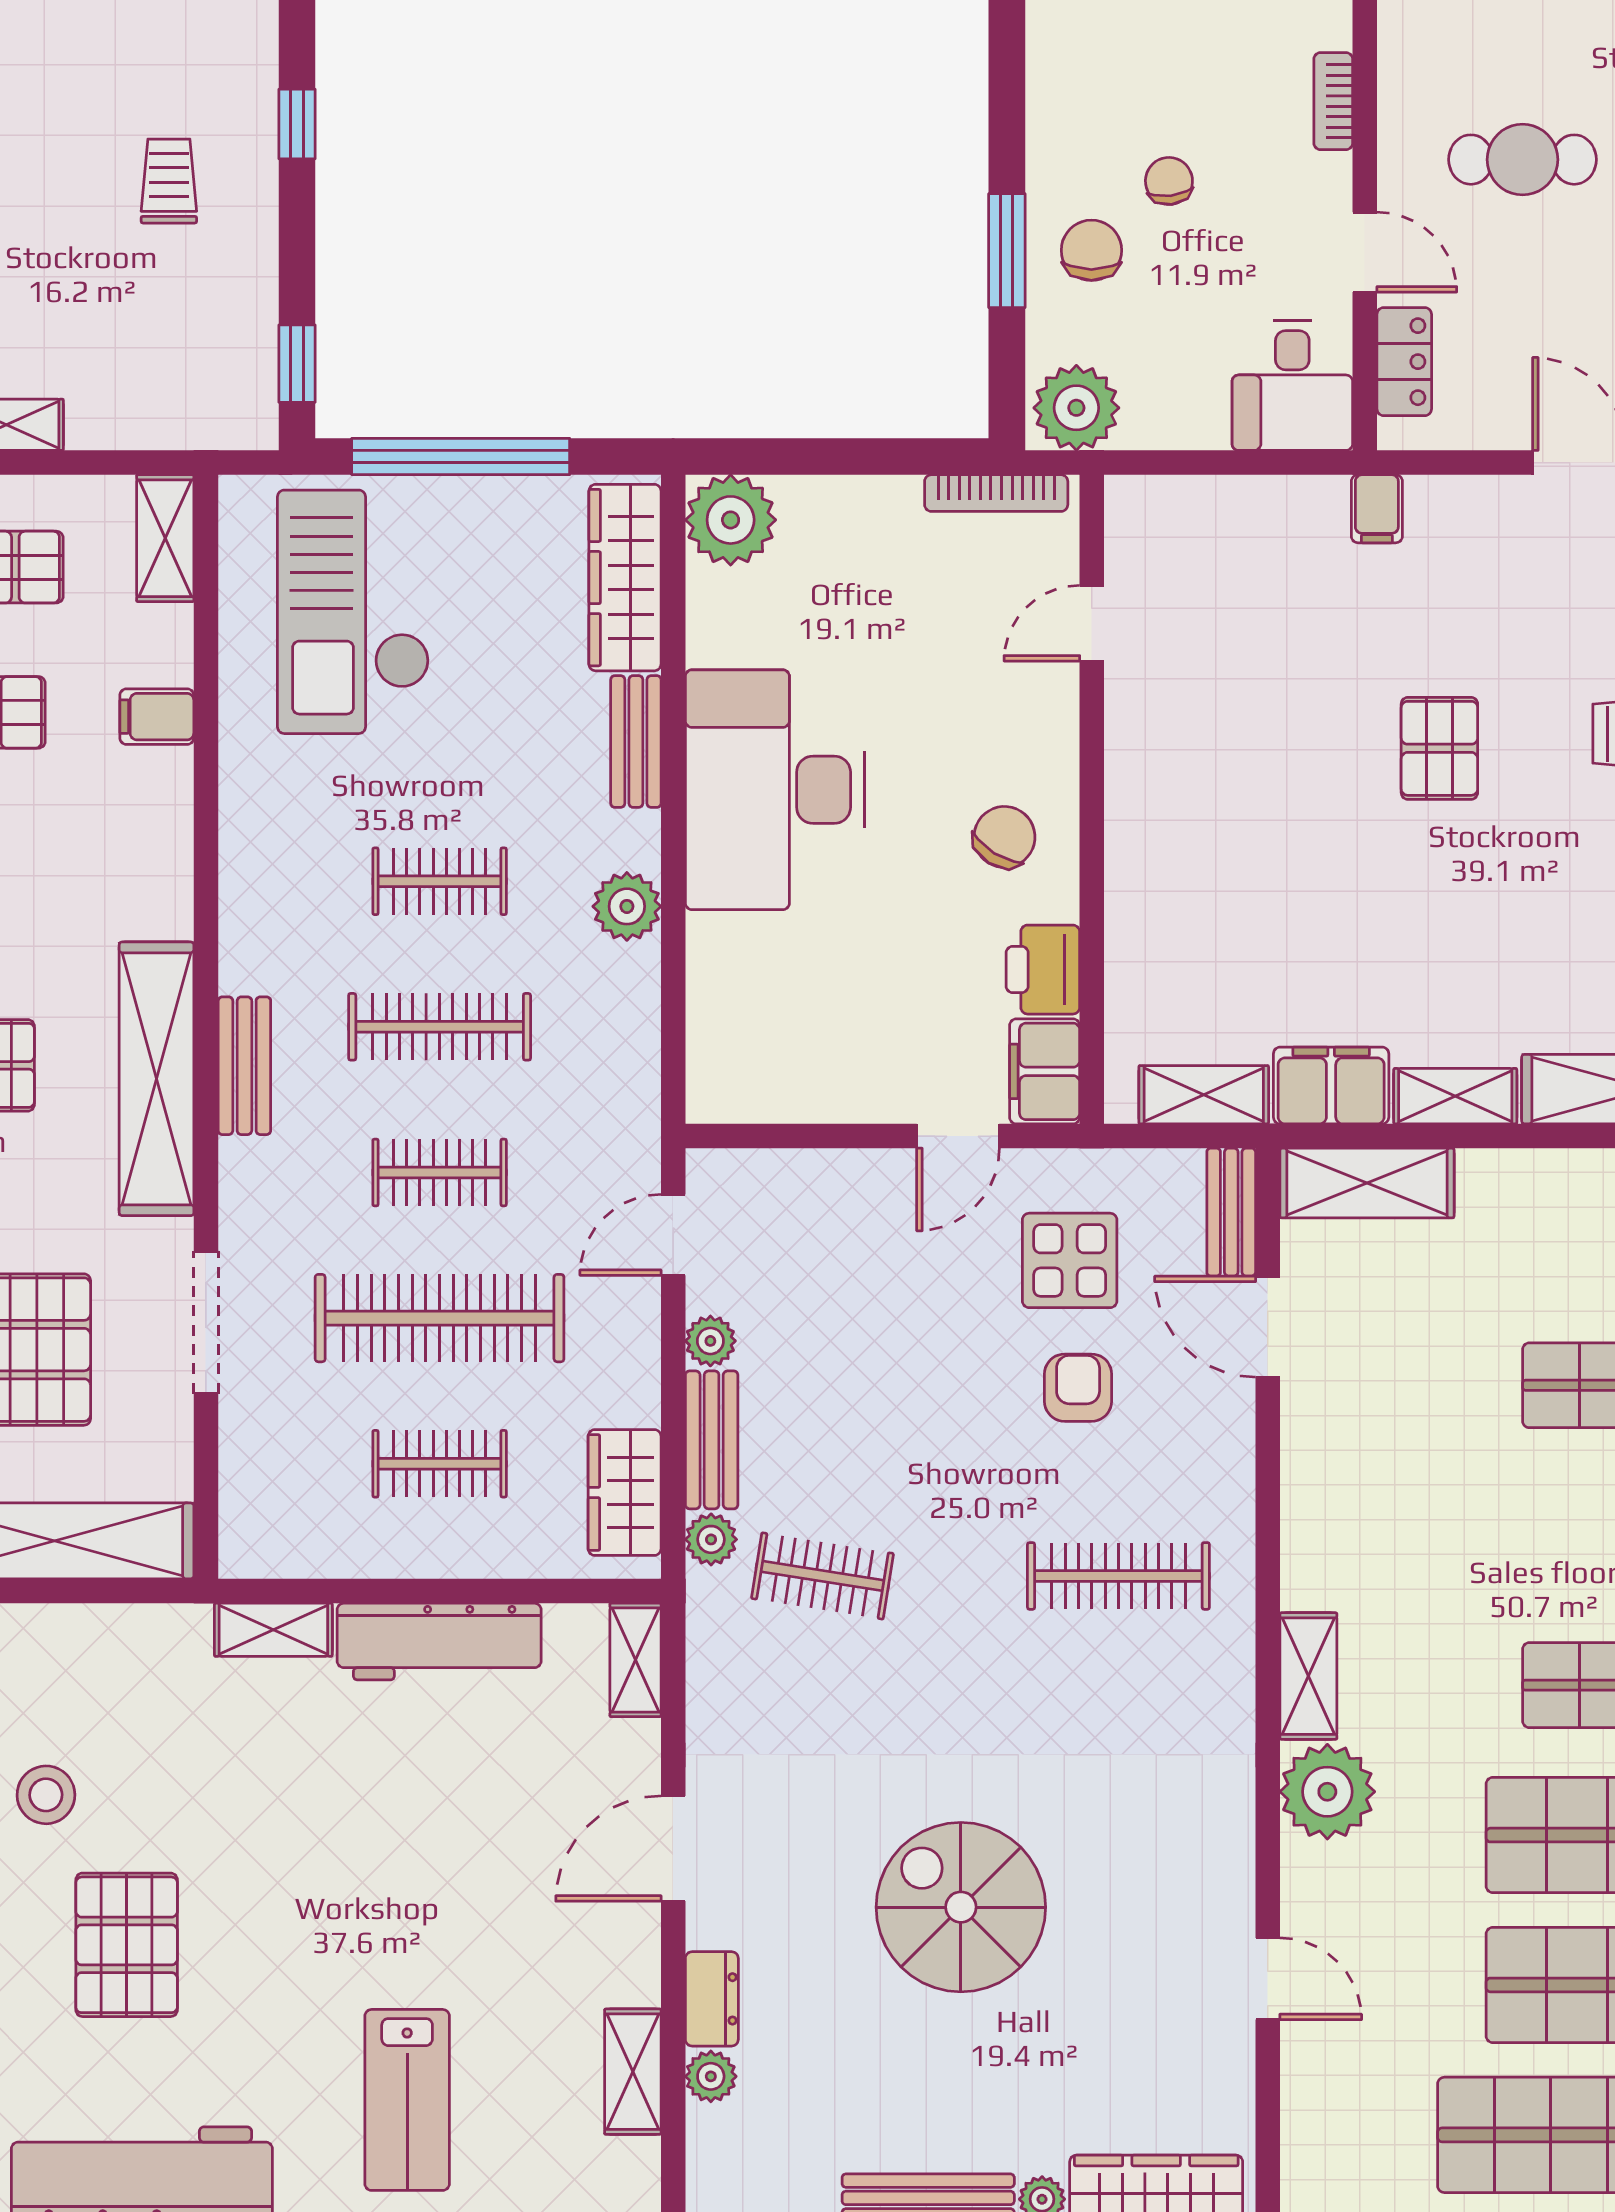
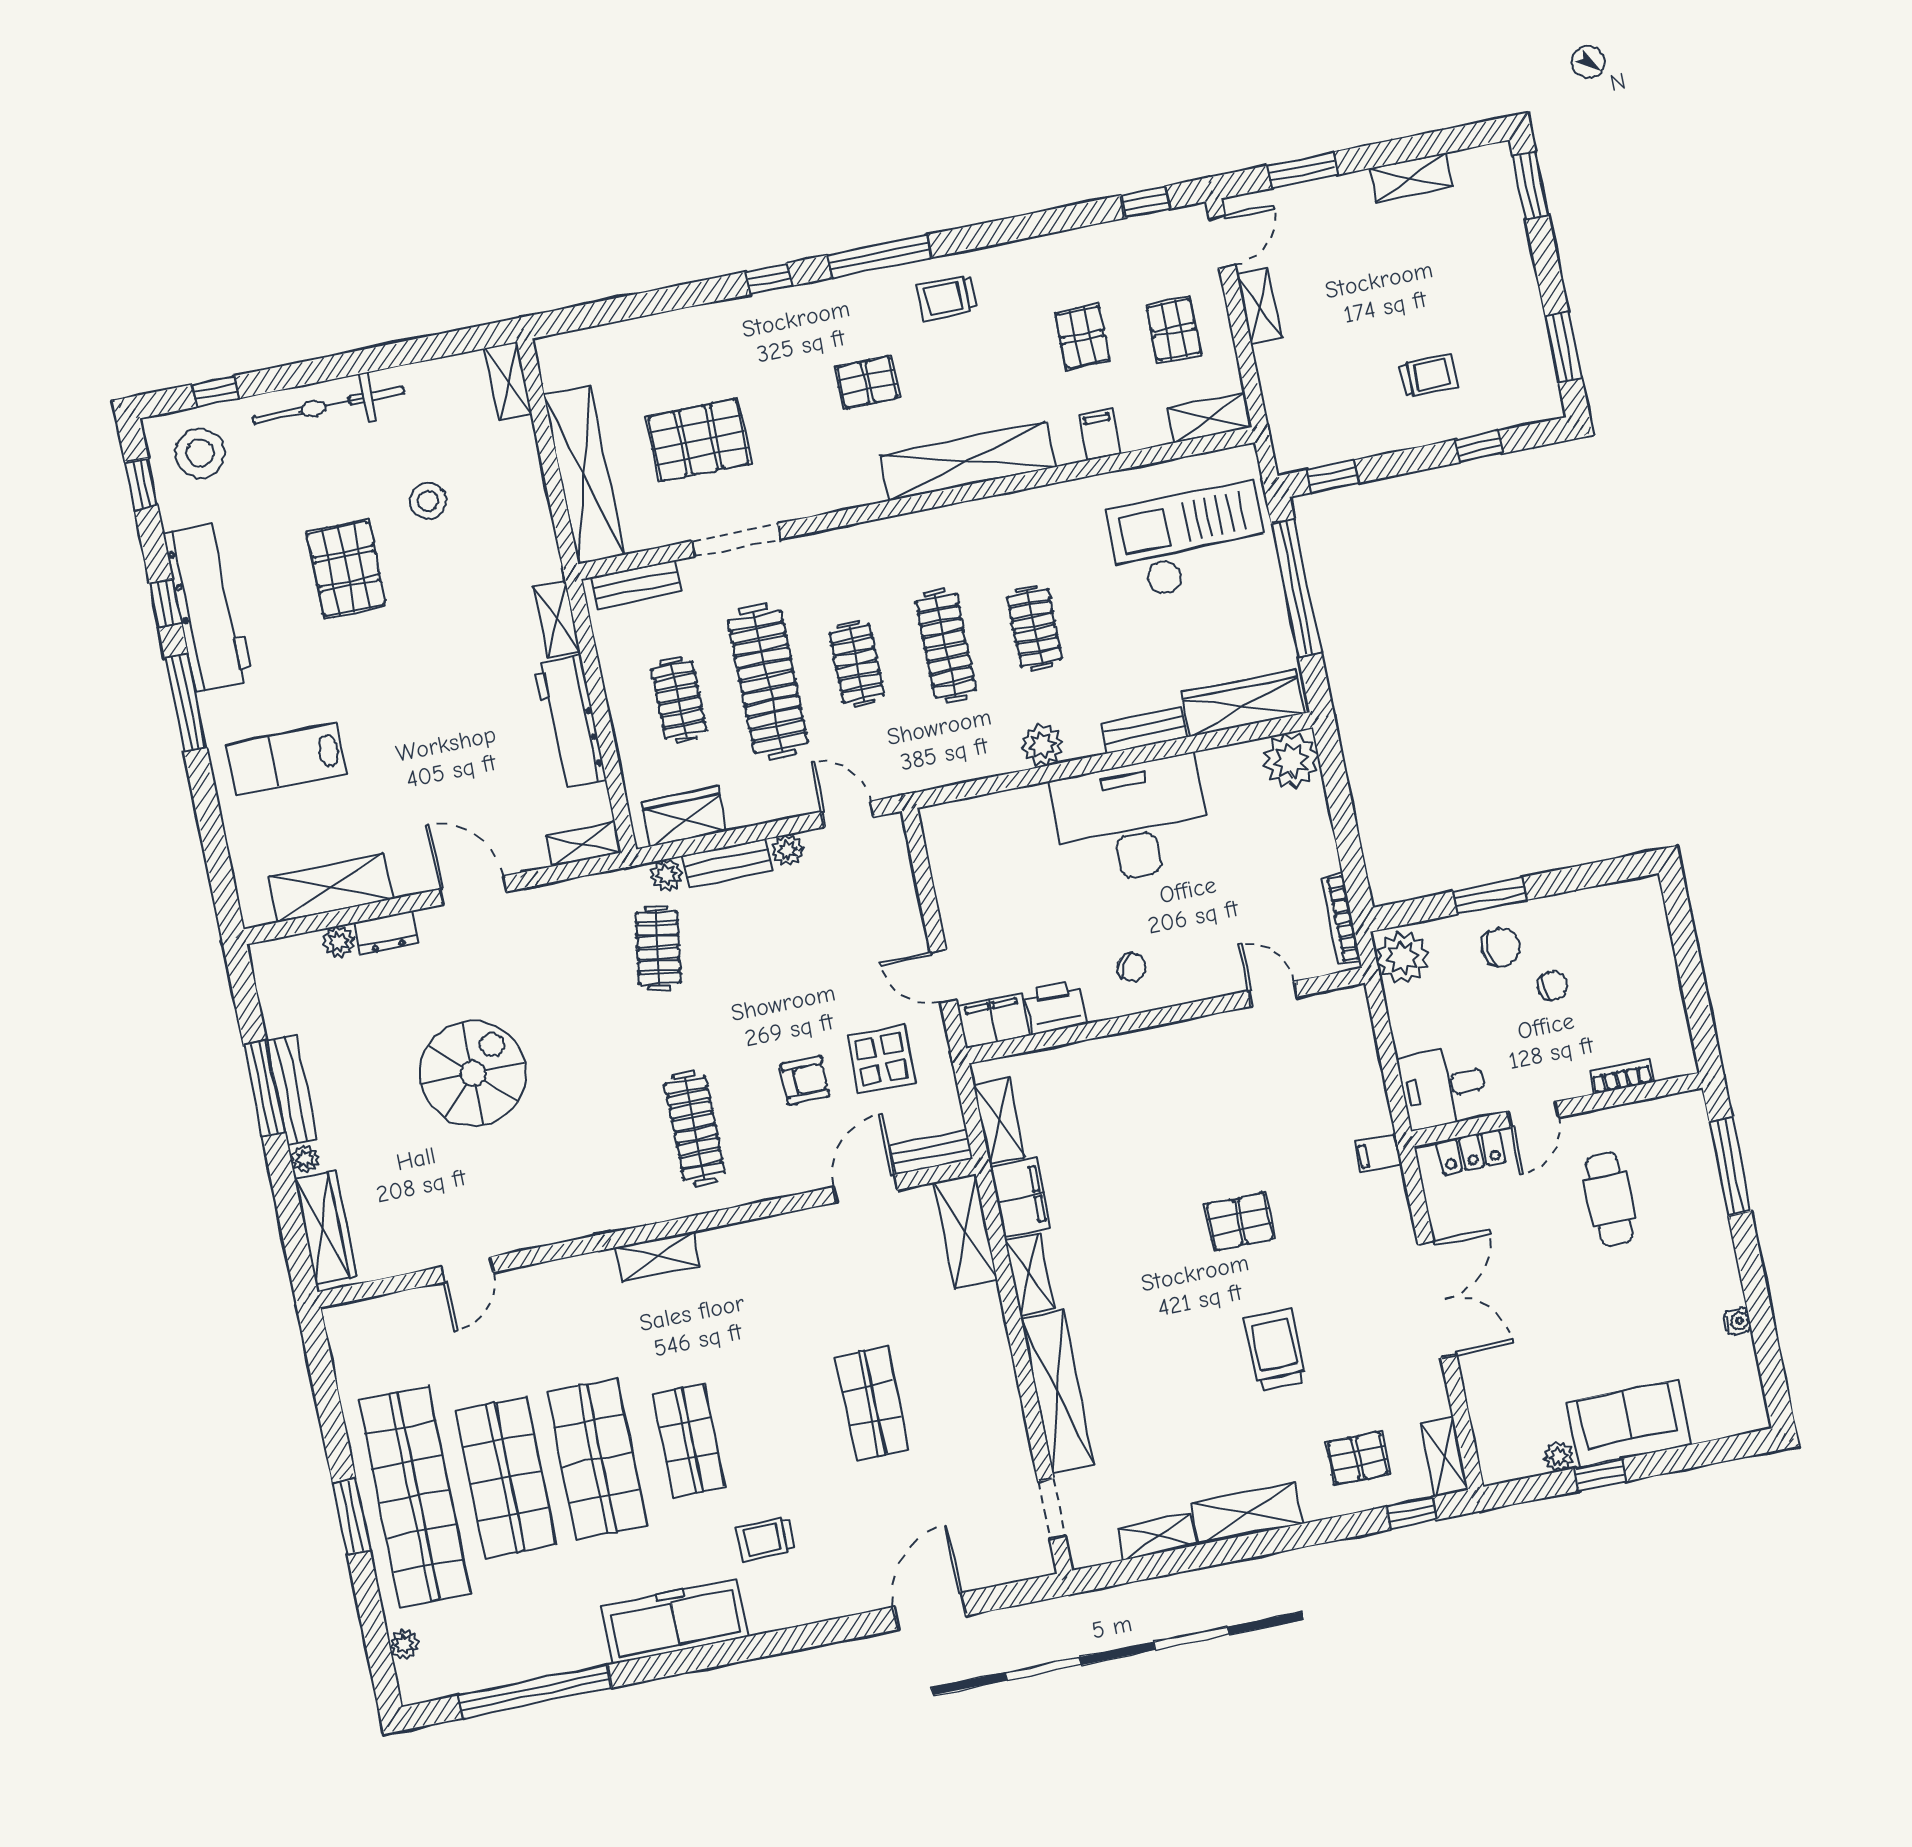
chair: (1004, 837) -> (1132, 967), width x0.73, depth x0.73
bench: (244, 1066) -> (636, 585), moved
shelving: (156, 1079) -> (967, 461), moved
plant: (1327, 1792) -> (589, 1283), removed
pallet: (127, 1945) -> (346, 569), turned 90
shelving: (633, 2072) -> (331, 888), width x1.50, depth x1.33

